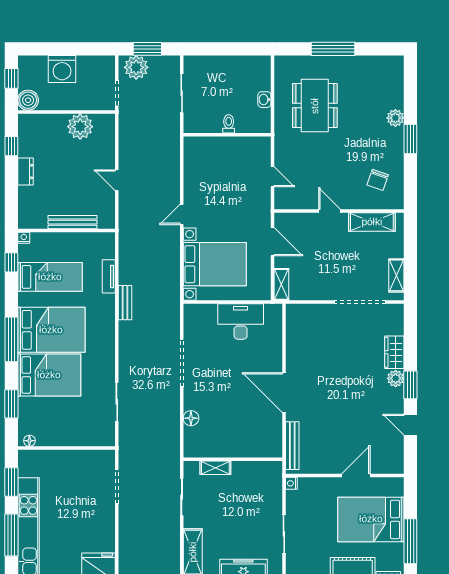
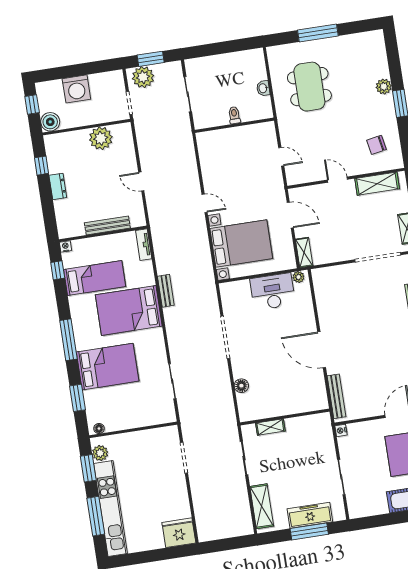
chair: (378, 180) -> (376, 145), turned 61
door: (182, 214) -> (205, 203), swing flipped
tv unit: (109, 276) -> (144, 245), moved
plant: (271, 310) -> (298, 277), added
bed: (51, 330) -> (129, 310), moved, turned 180
plant: (27, 467) -> (100, 453), added

